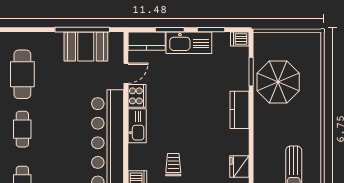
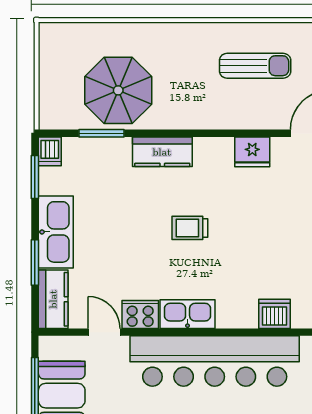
window: (211, 30) -> (35, 177), moved
trolley: (173, 165) -> (190, 228), moved

